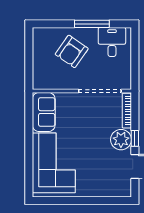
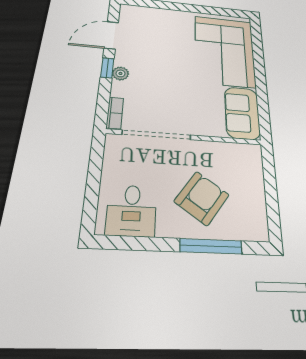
window: (92, 24) -> (211, 246), moved
bookcase: (127, 111) -> (115, 113), width x0.64
plant: (121, 140) -> (120, 73), width x0.53, depth x0.53

